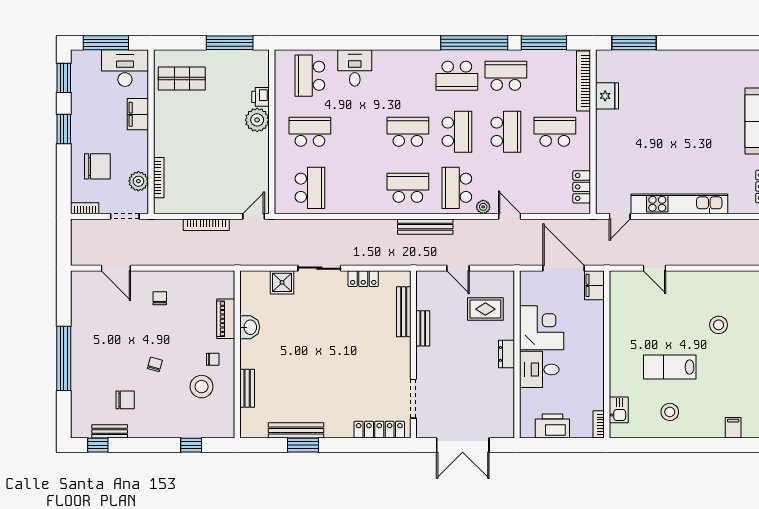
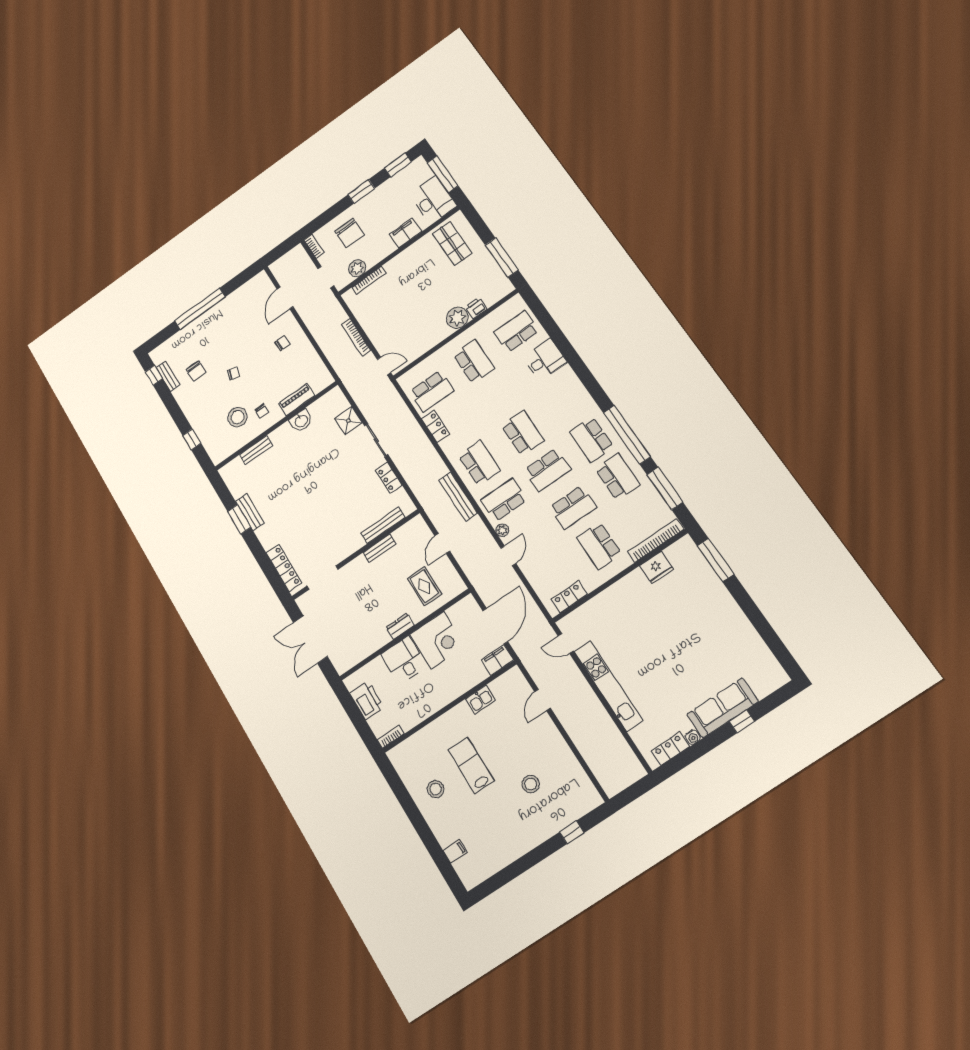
school desk: (555, 132) -> (599, 546), turned 180
locker: (345, 205) -> (435, 426), added
kitchen sink: (619, 410) -> (480, 700), moved
bench: (296, 430) -> (250, 512), width x0.73

